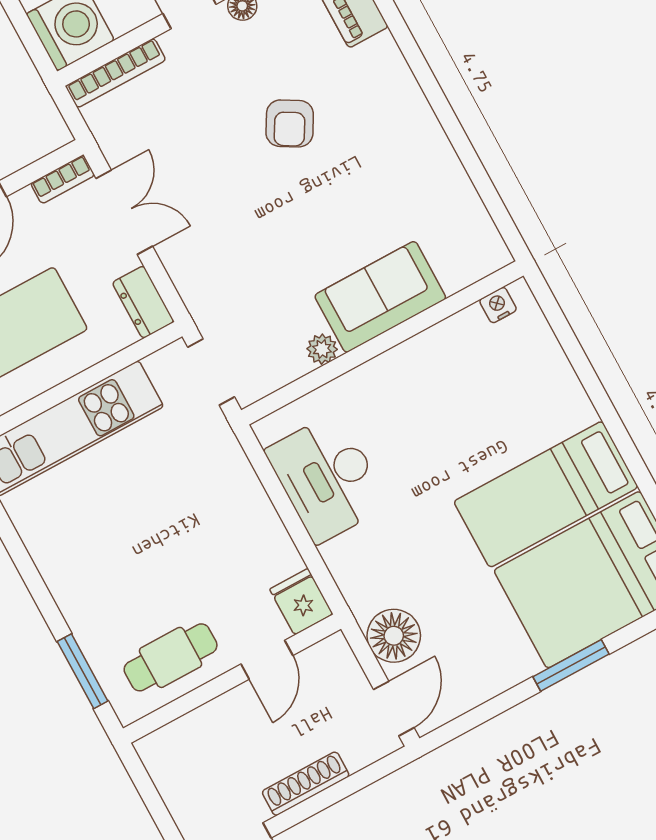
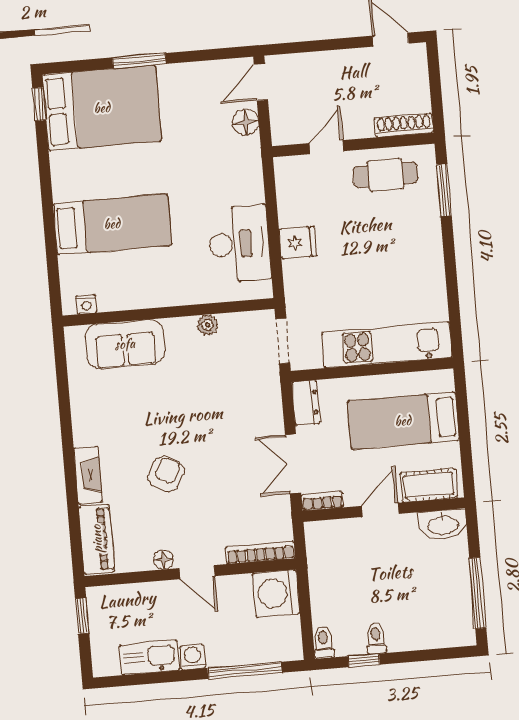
fireplace: (394, 75) -> (88, 475), added
sofa: (380, 297) -> (125, 344), moved
bed: (546, 494) -> (112, 224), moved
fridge: (301, 602) -> (298, 243), moved, turned -90
floor lamp: (394, 636) -> (246, 122), width x0.73, depth x0.73
shoe rack: (306, 784) -> (404, 125), moved, turned 180

